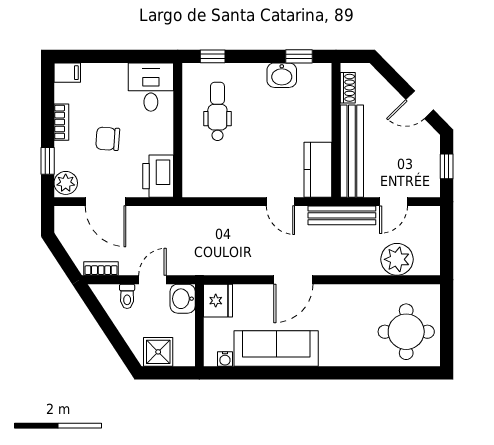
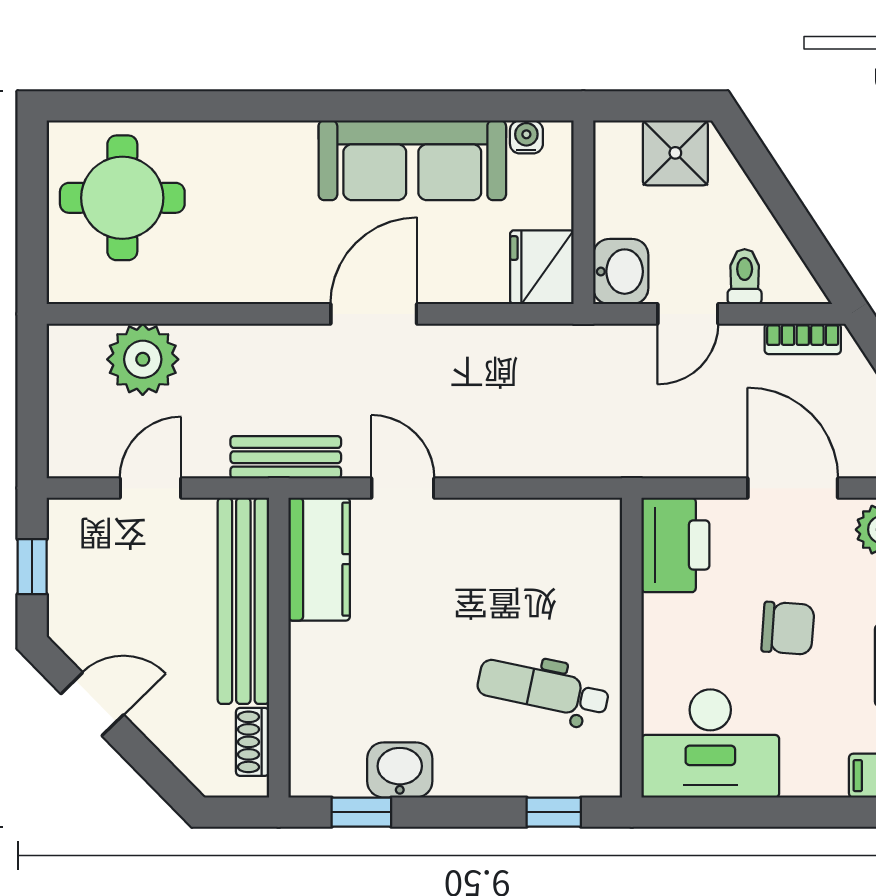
desk: (151, 87) -> (710, 743), width x1.37
dental chair: (217, 111) -> (543, 689), turned 102
bench: (342, 215) -> (286, 457), width x0.73

